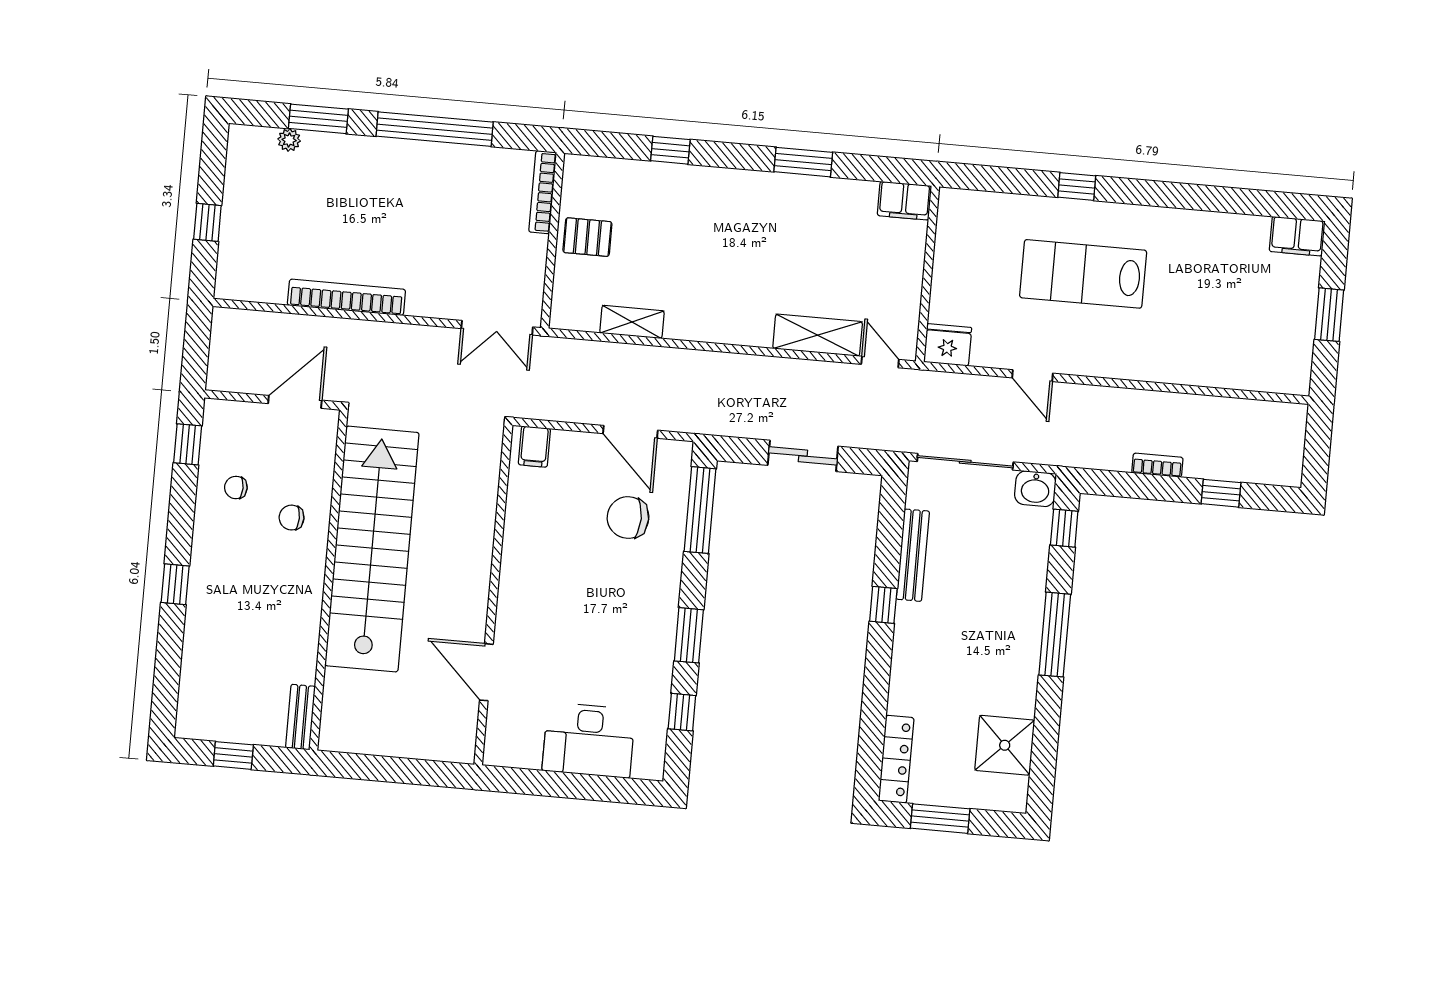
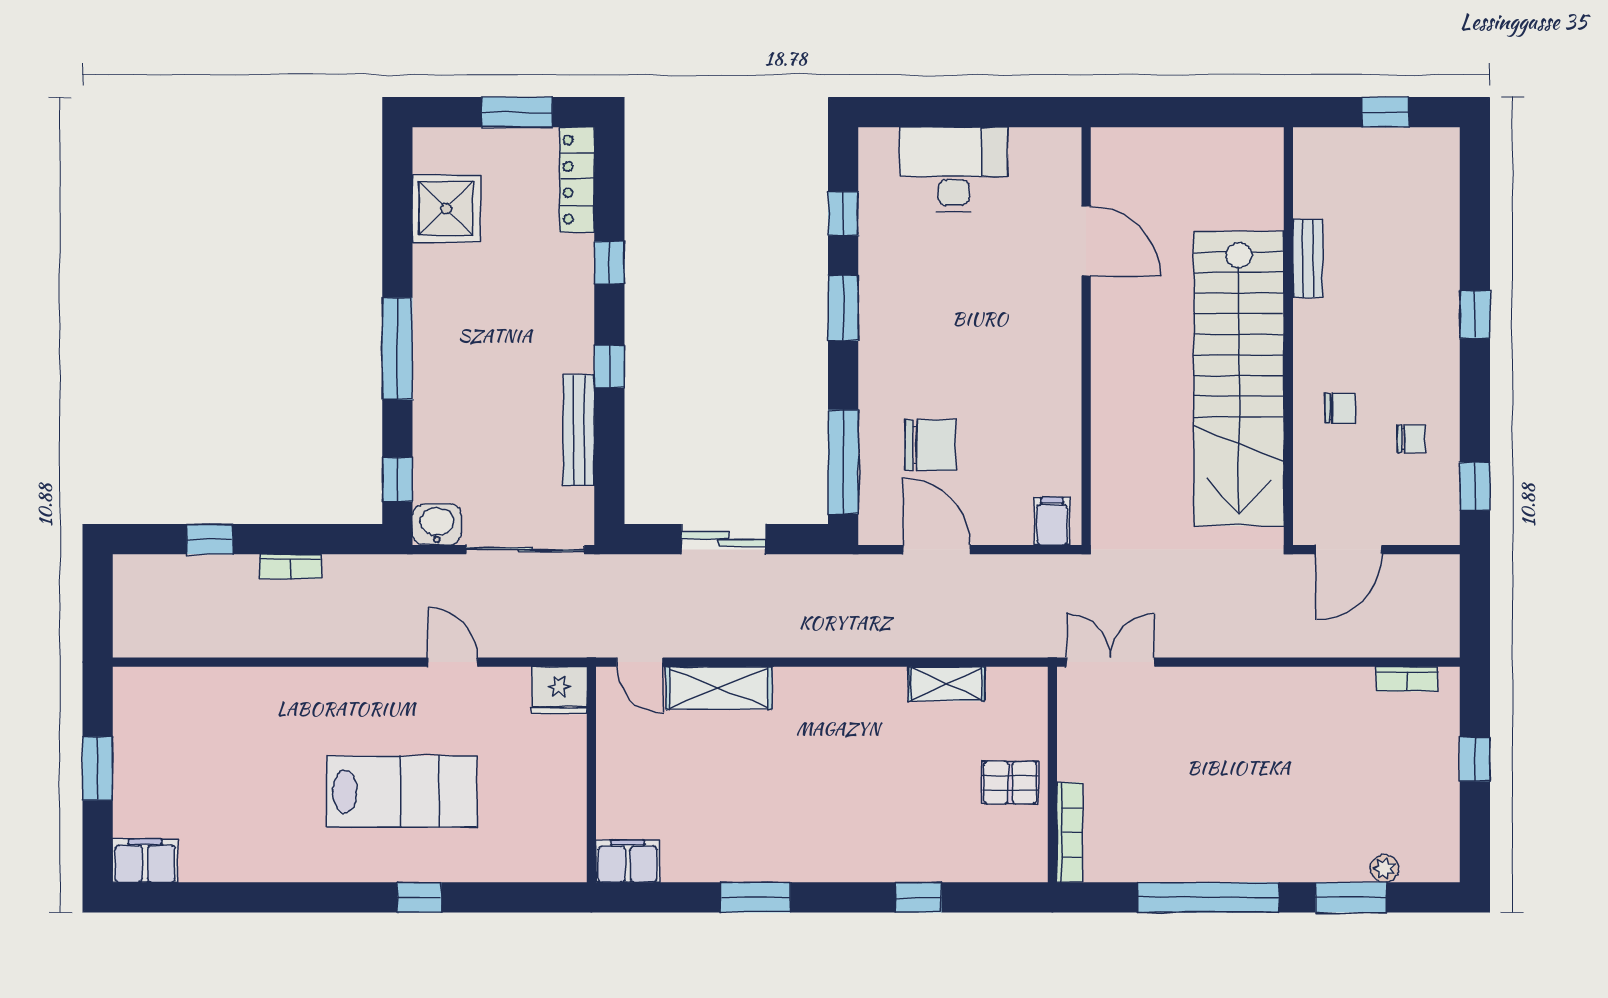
bookcase: (346, 297) -> (1407, 679), moved, width x0.43, depth x0.76
window: (876, 689) -> (609, 263), added
bench: (300, 717) -> (1308, 259), moved

